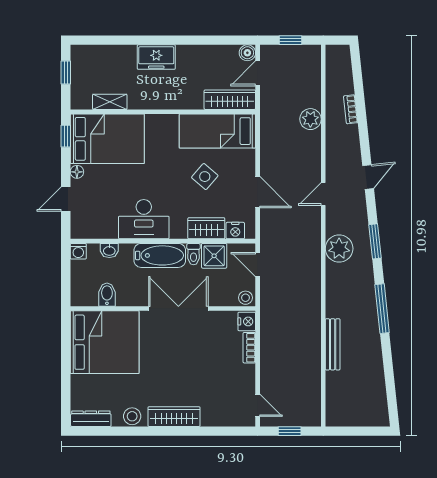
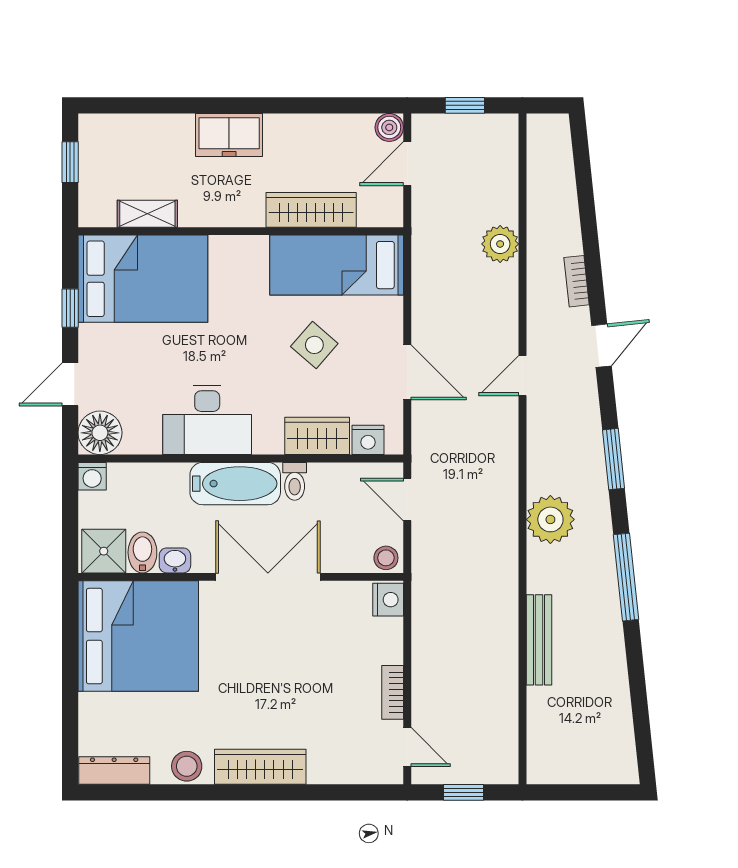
wardrobe: (230, 100) -> (311, 210), moved
bookcase: (351, 109) -> (577, 281), moved
window: (66, 136) -> (70, 308), moved
floor lamp: (77, 172) -> (100, 433), moved, width x1.89, depth x1.89
plant: (339, 249) -> (550, 519), moved
washbasin: (109, 251) -> (175, 560), moved, turned 180
shower: (214, 256) -> (104, 551), moved
bookcase: (249, 348) -> (393, 692), moved

